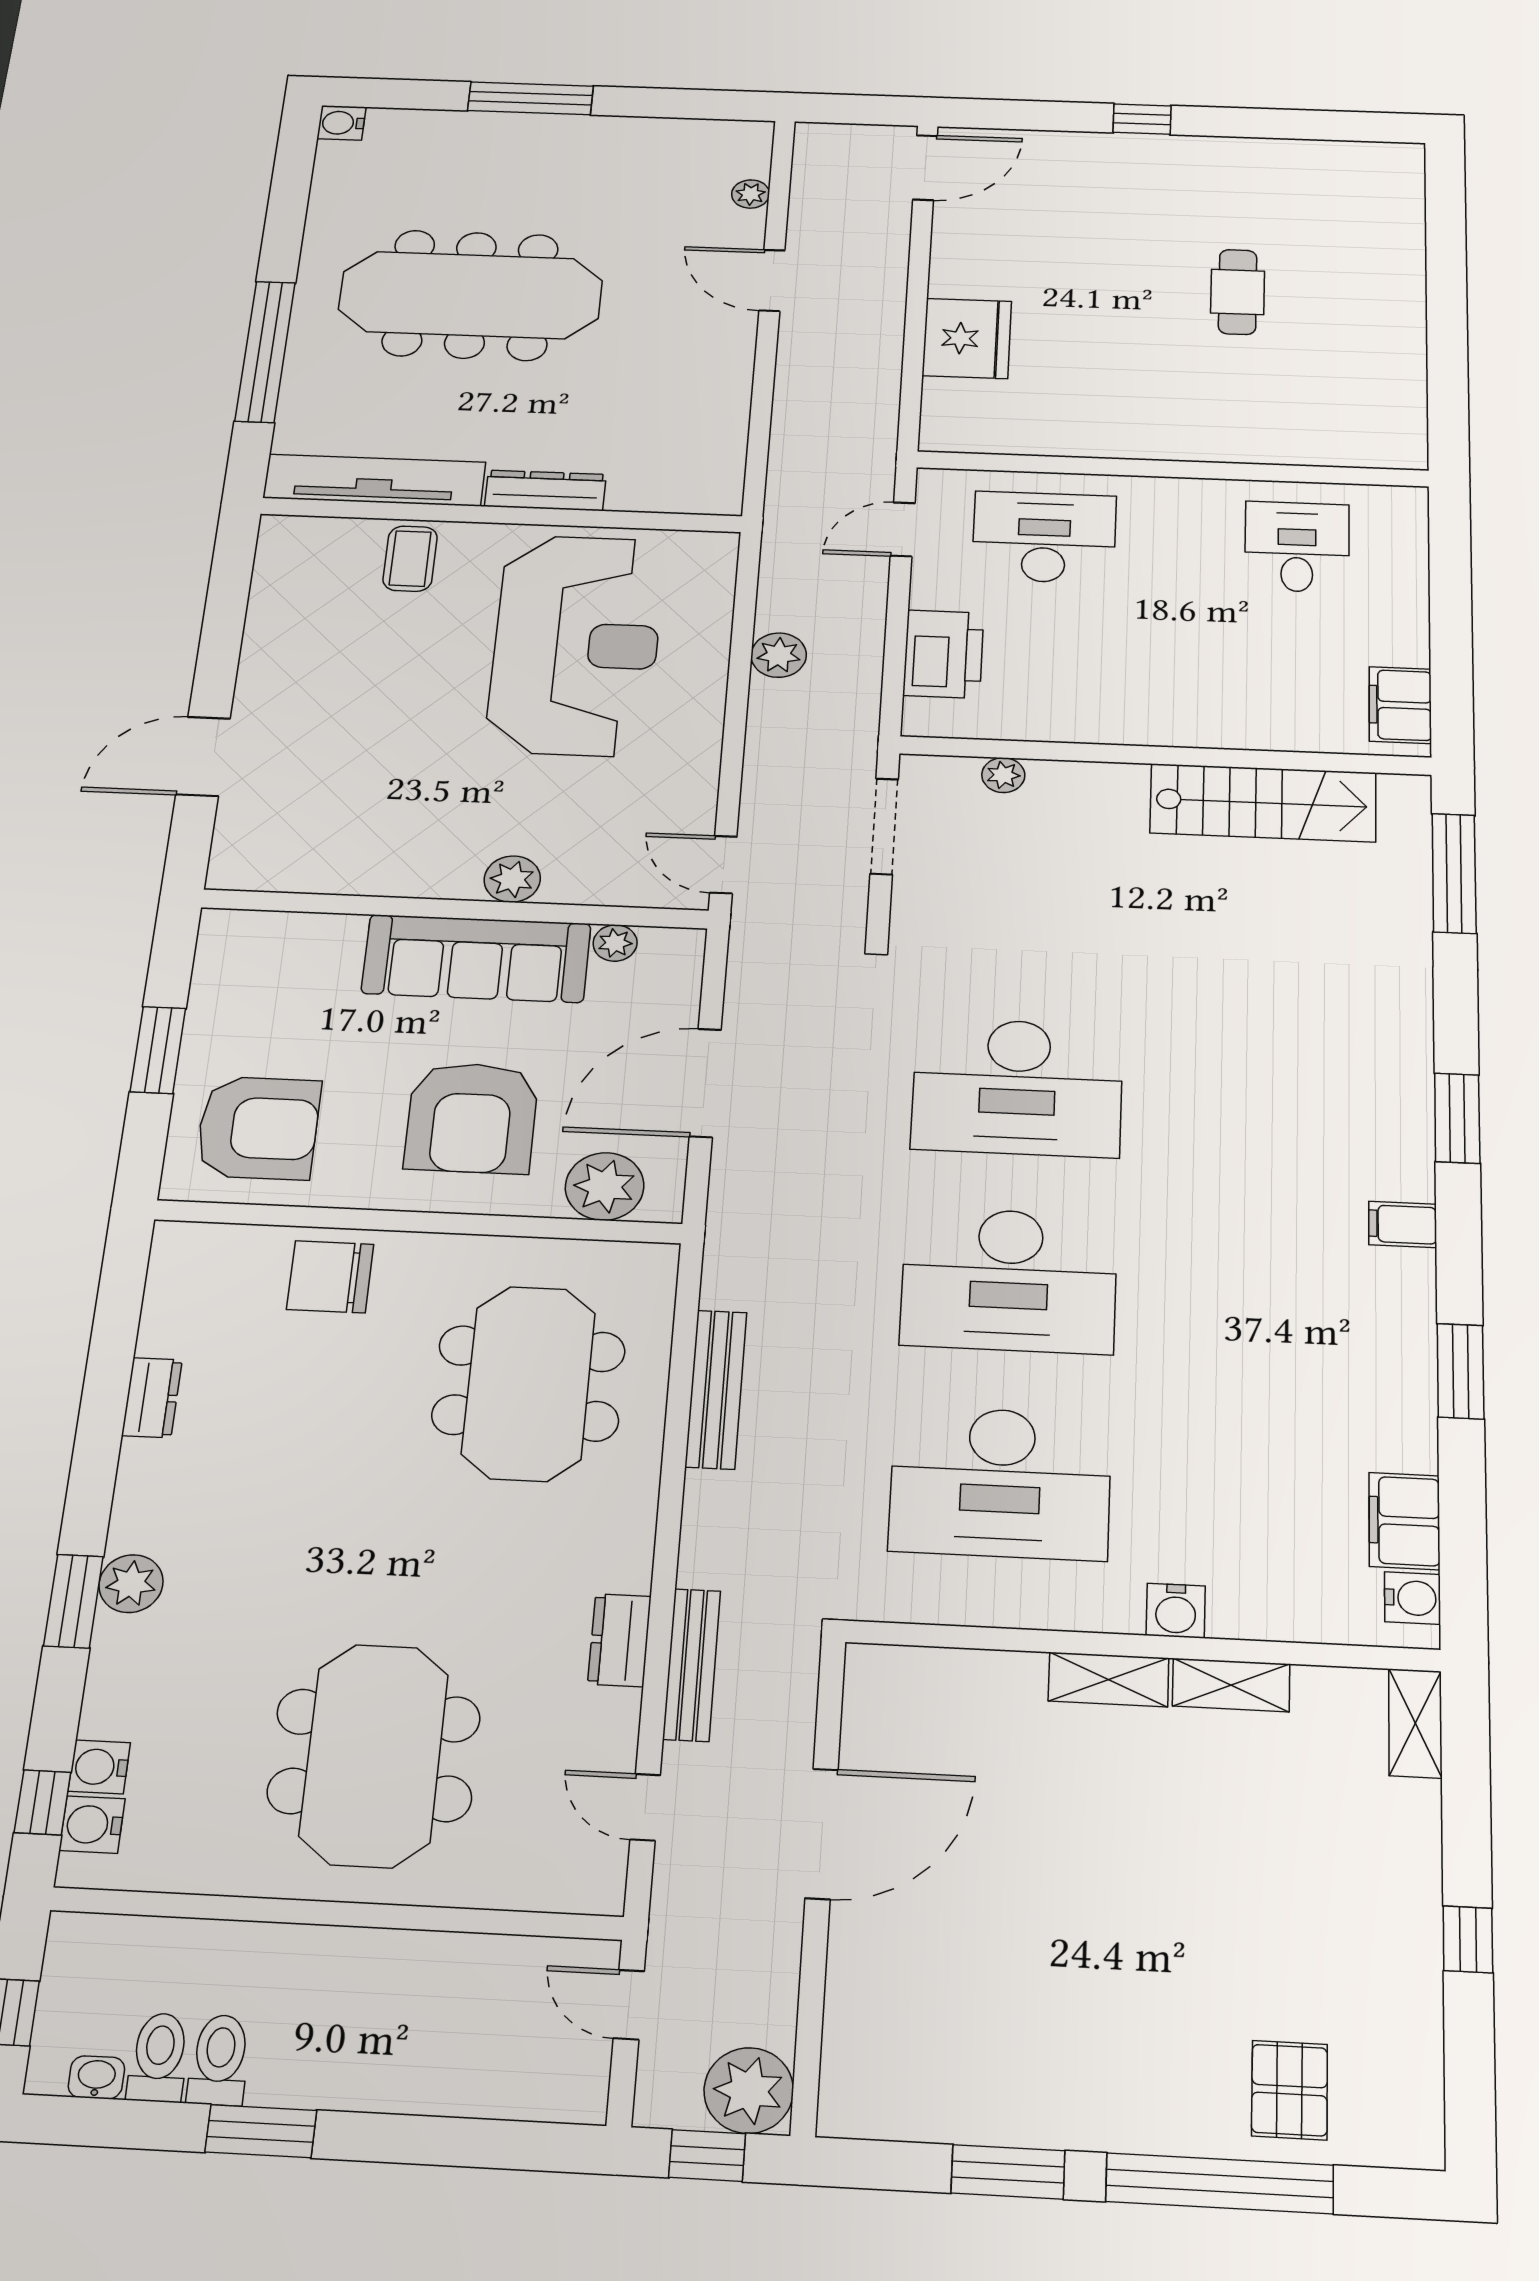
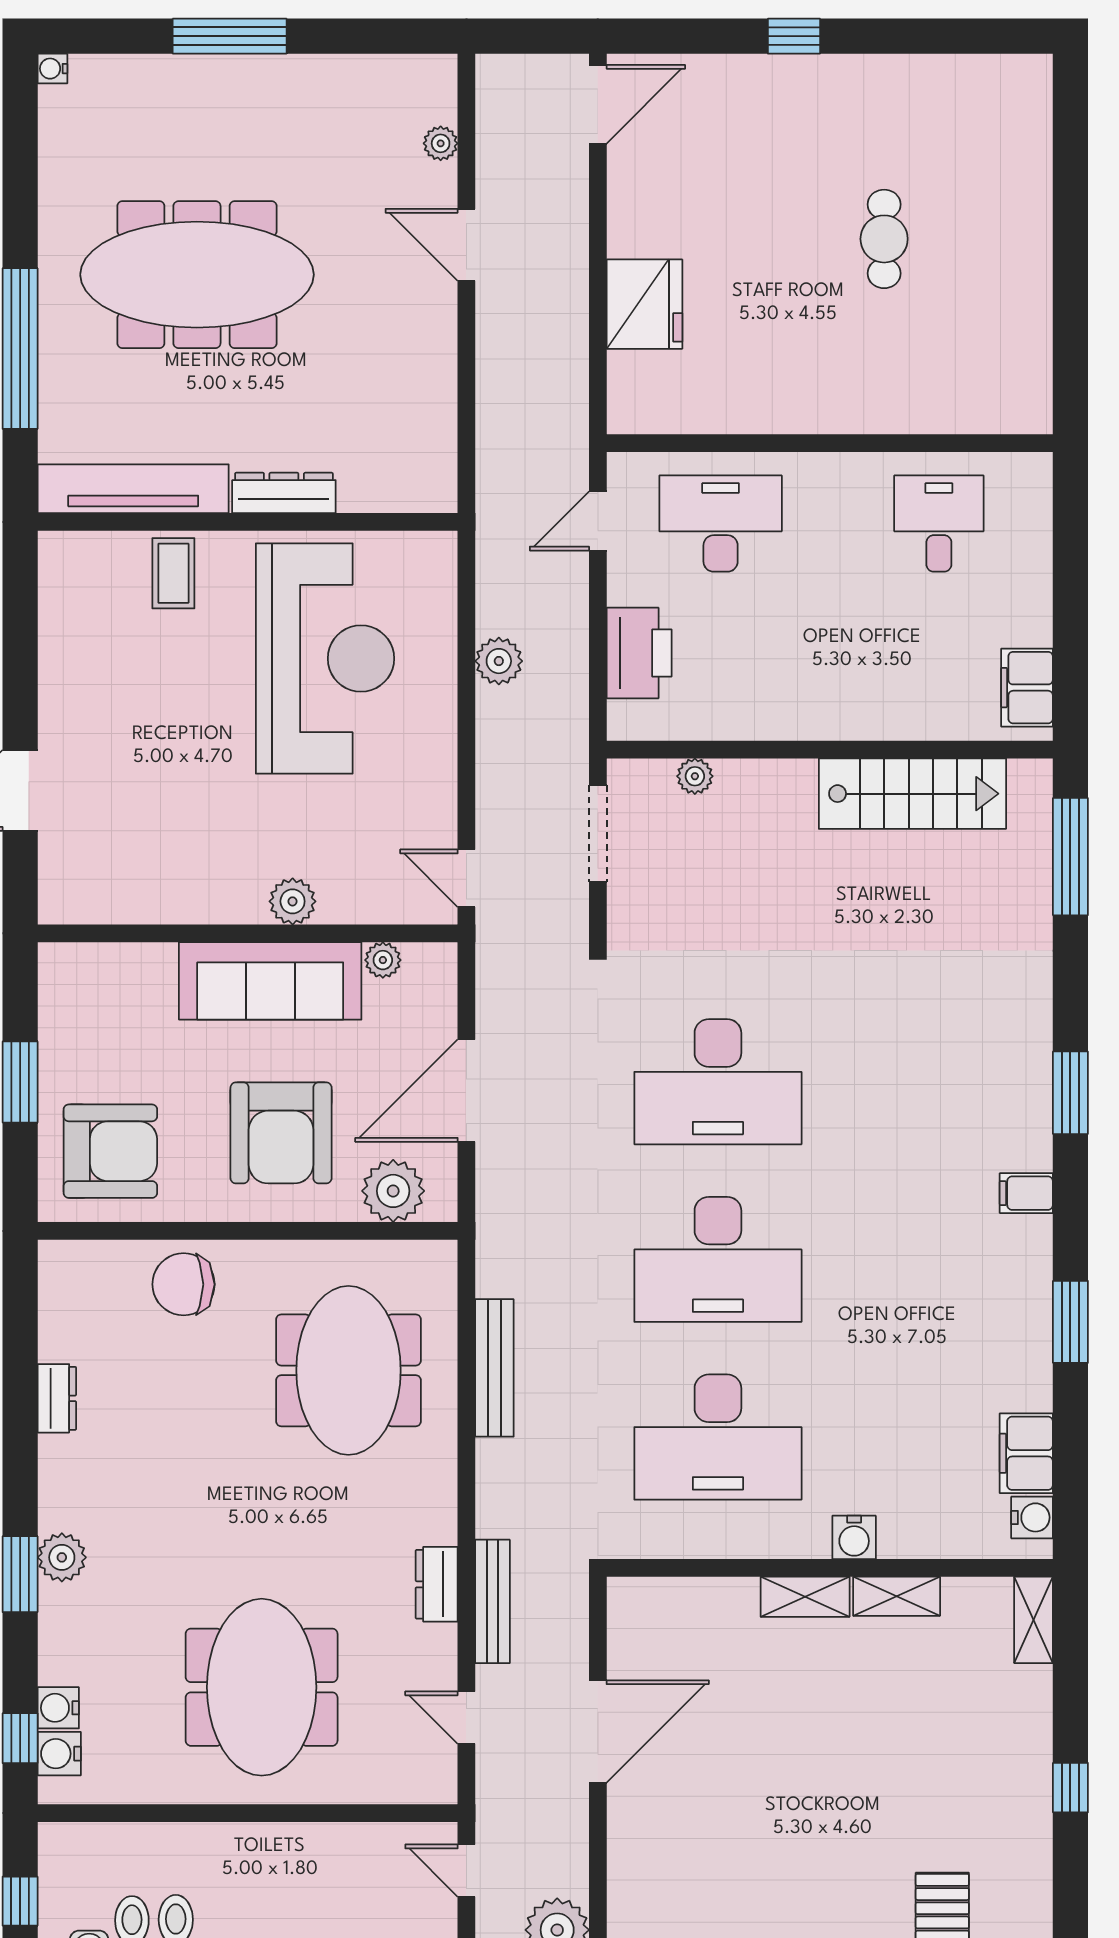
water cooler: (342, 123) -> (52, 69), width x0.72, depth x0.72

